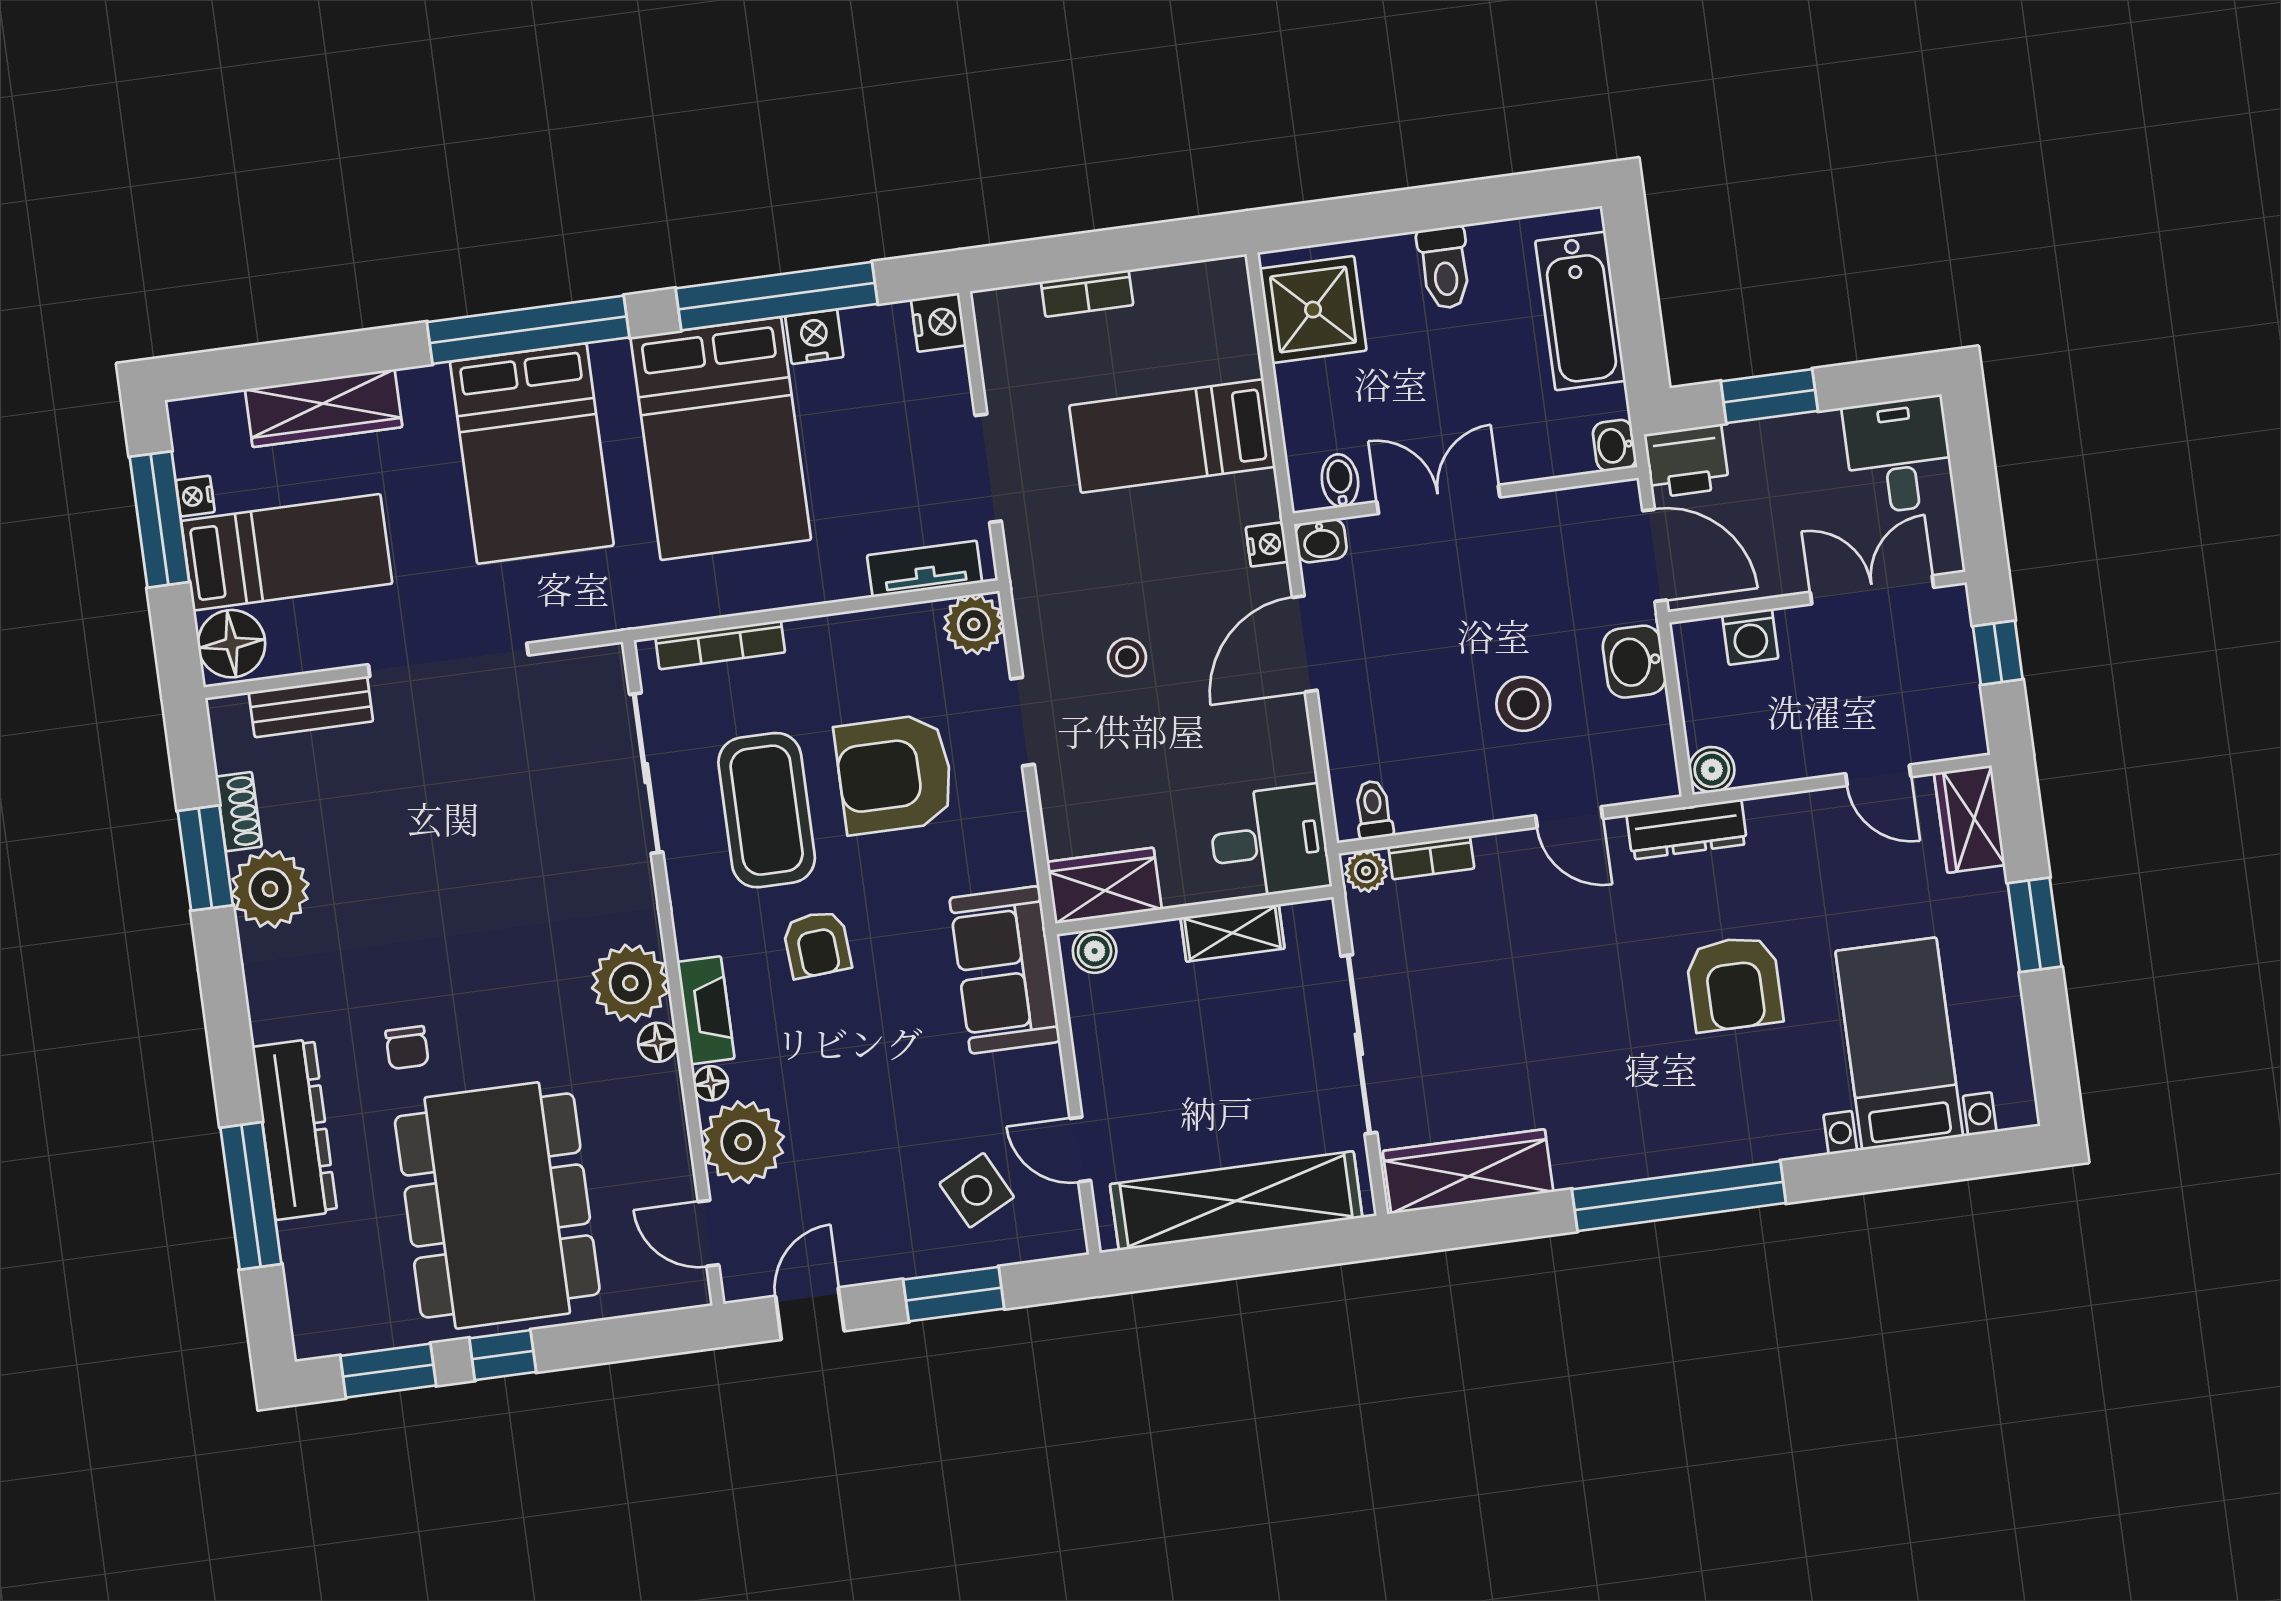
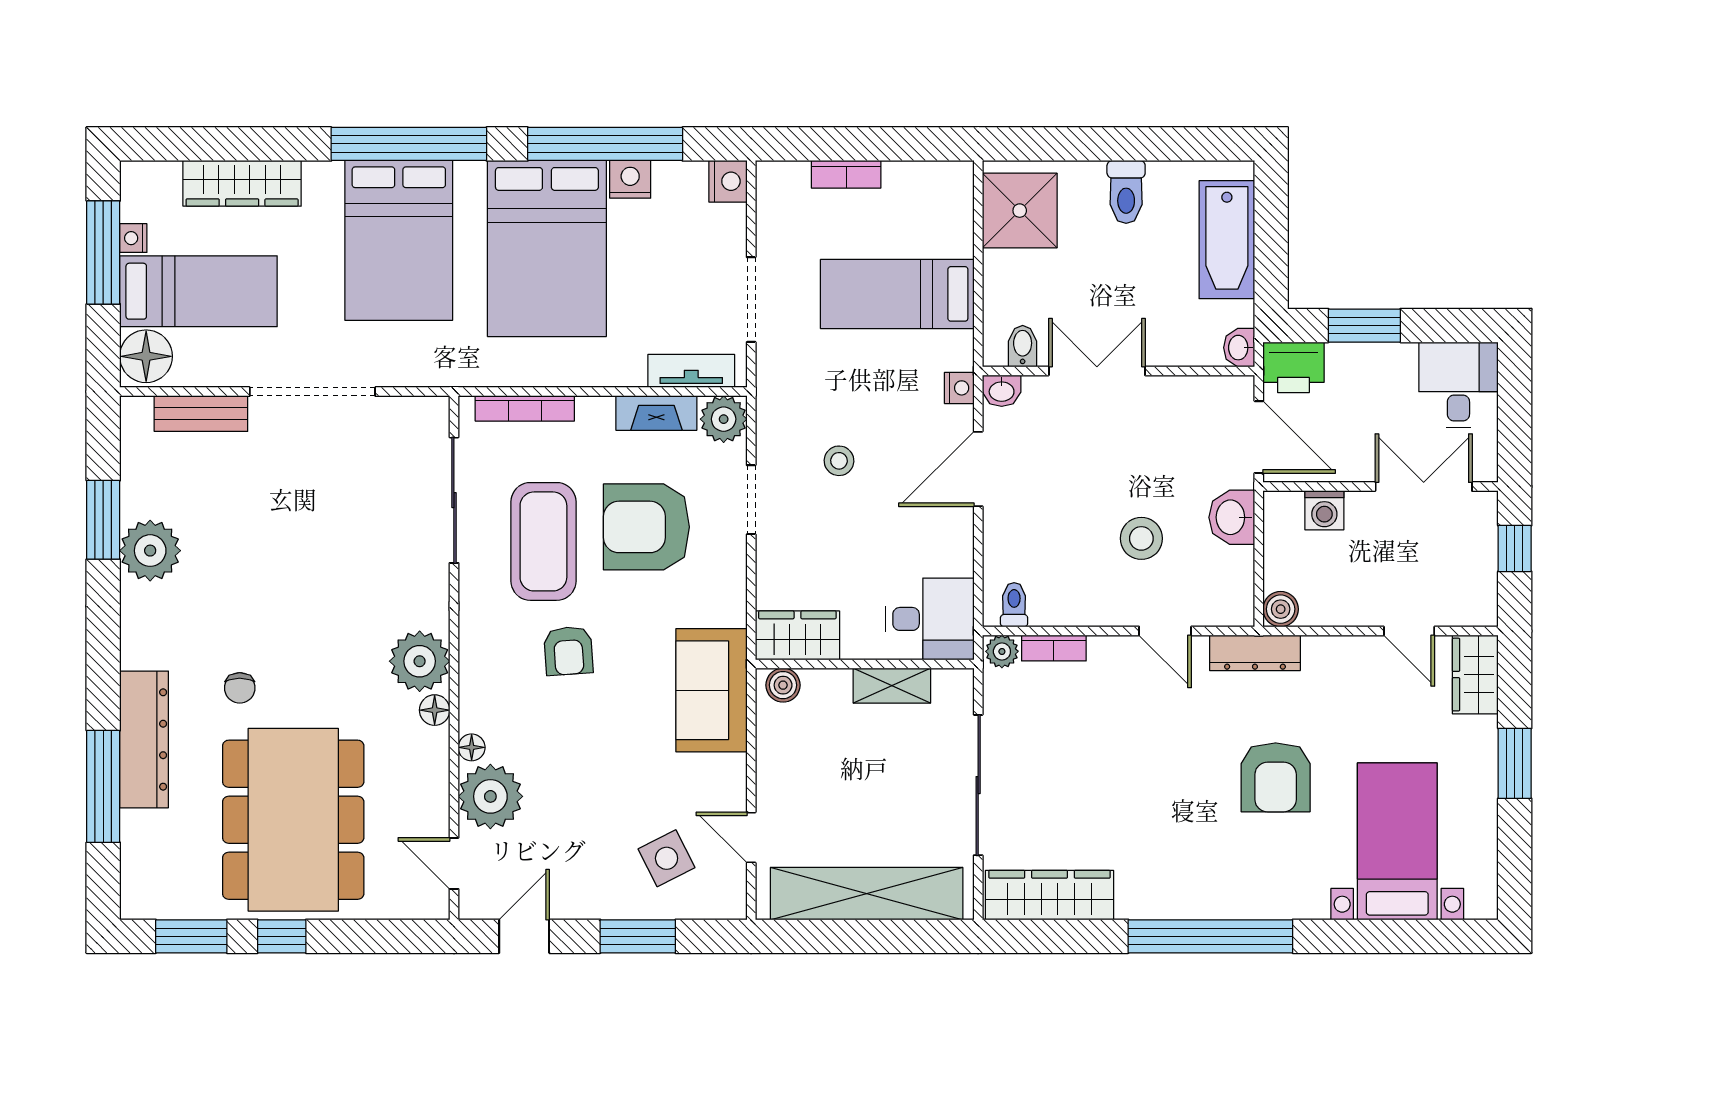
shoe rack: (239, 812) -> (134, 487), removed
fireplace: (706, 1010) -> (656, 413), moved, turned 90

